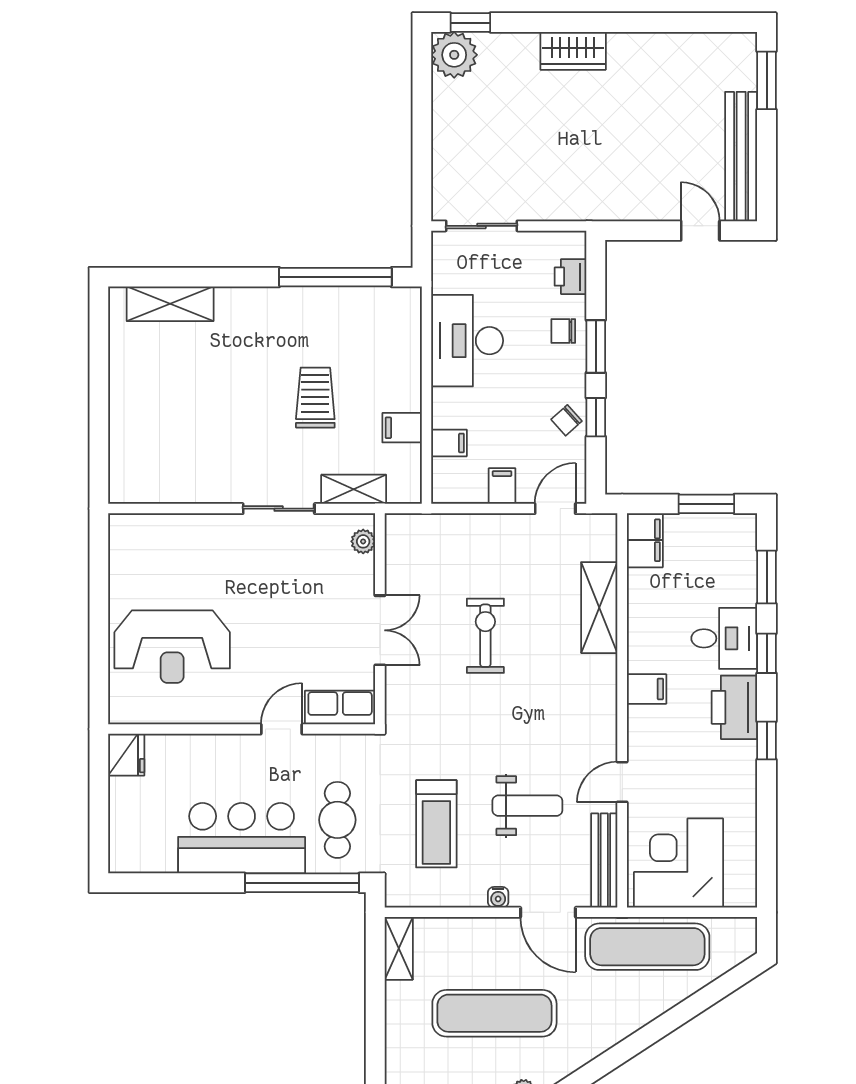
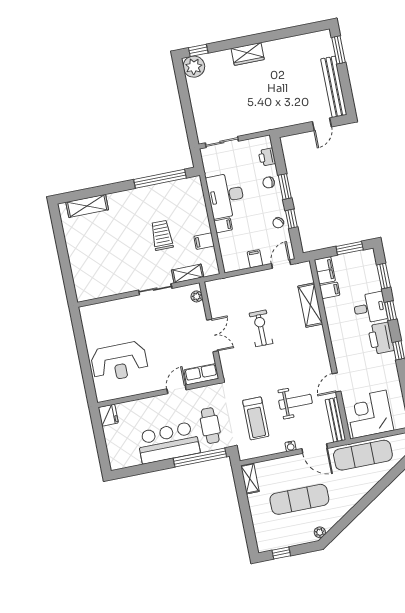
door: (700, 231) -> (322, 124), swing flipped
filing cabinet: (449, 443) -> (223, 225), moved
filing cabinet: (647, 689) -> (330, 290), moved

